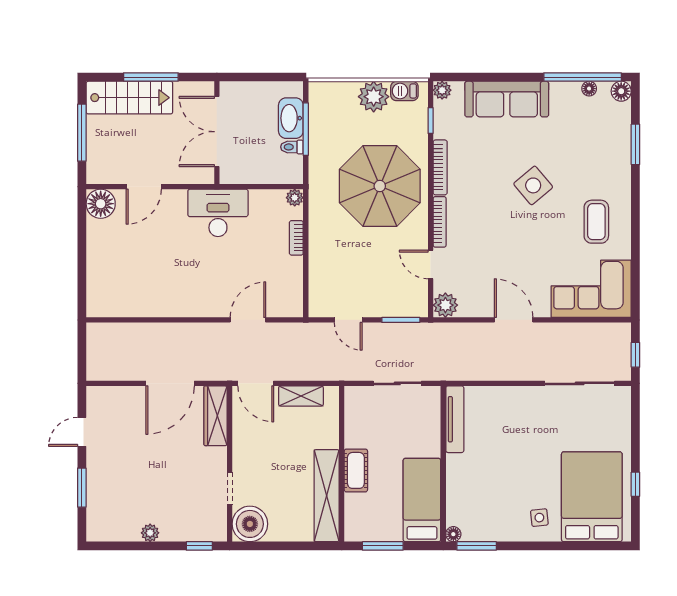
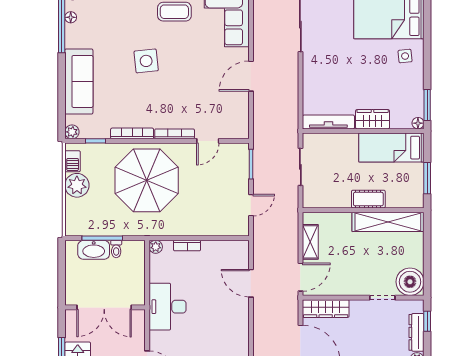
side table: (533, 185) -> (146, 61), turned 34
plant: (445, 305) -> (239, 129), removed
wardrobe: (458, 476) -> (373, 119), added
dresser: (185, 532) -> (416, 332), added

